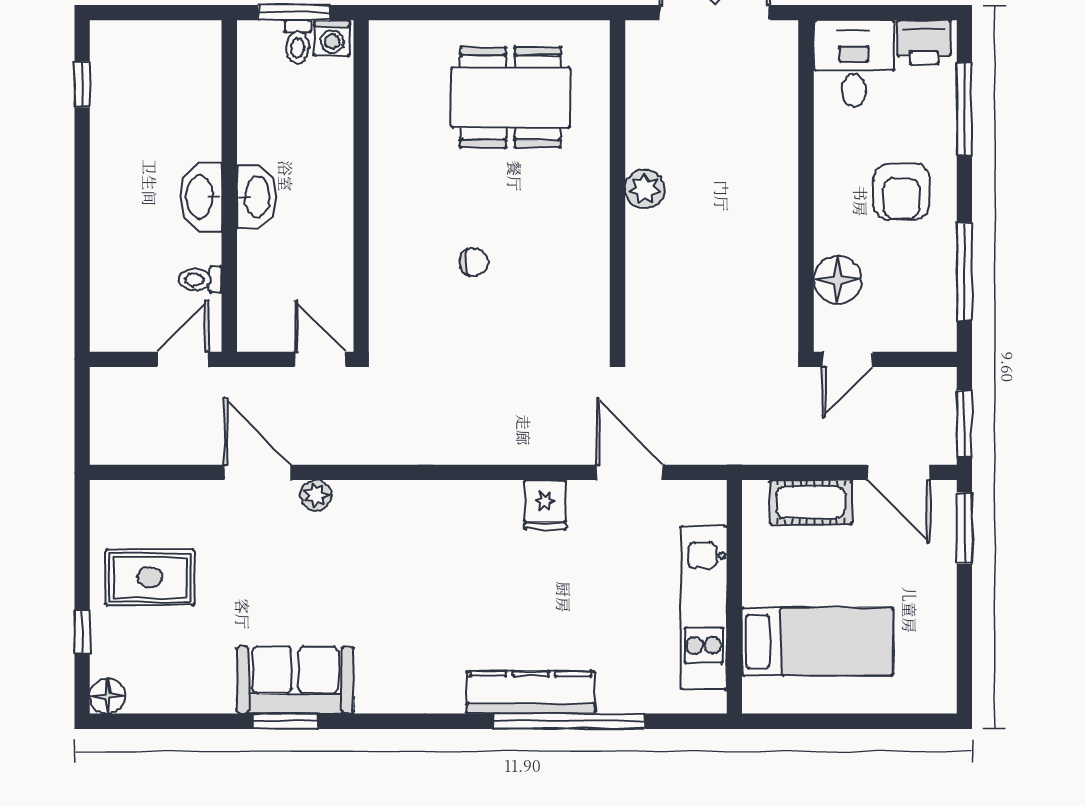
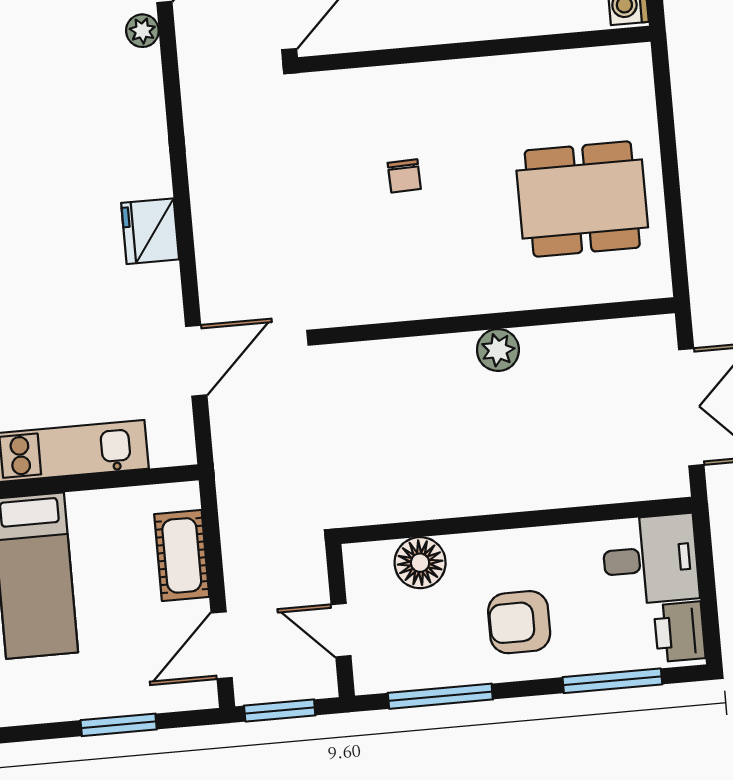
dining table: (510, 97) -> (582, 199), turned 90
door: (847, 359) -> (341, 630), moved
fridge: (545, 505) -> (150, 231), moved, width x1.38
window: (964, 528) -> (119, 725), moved

